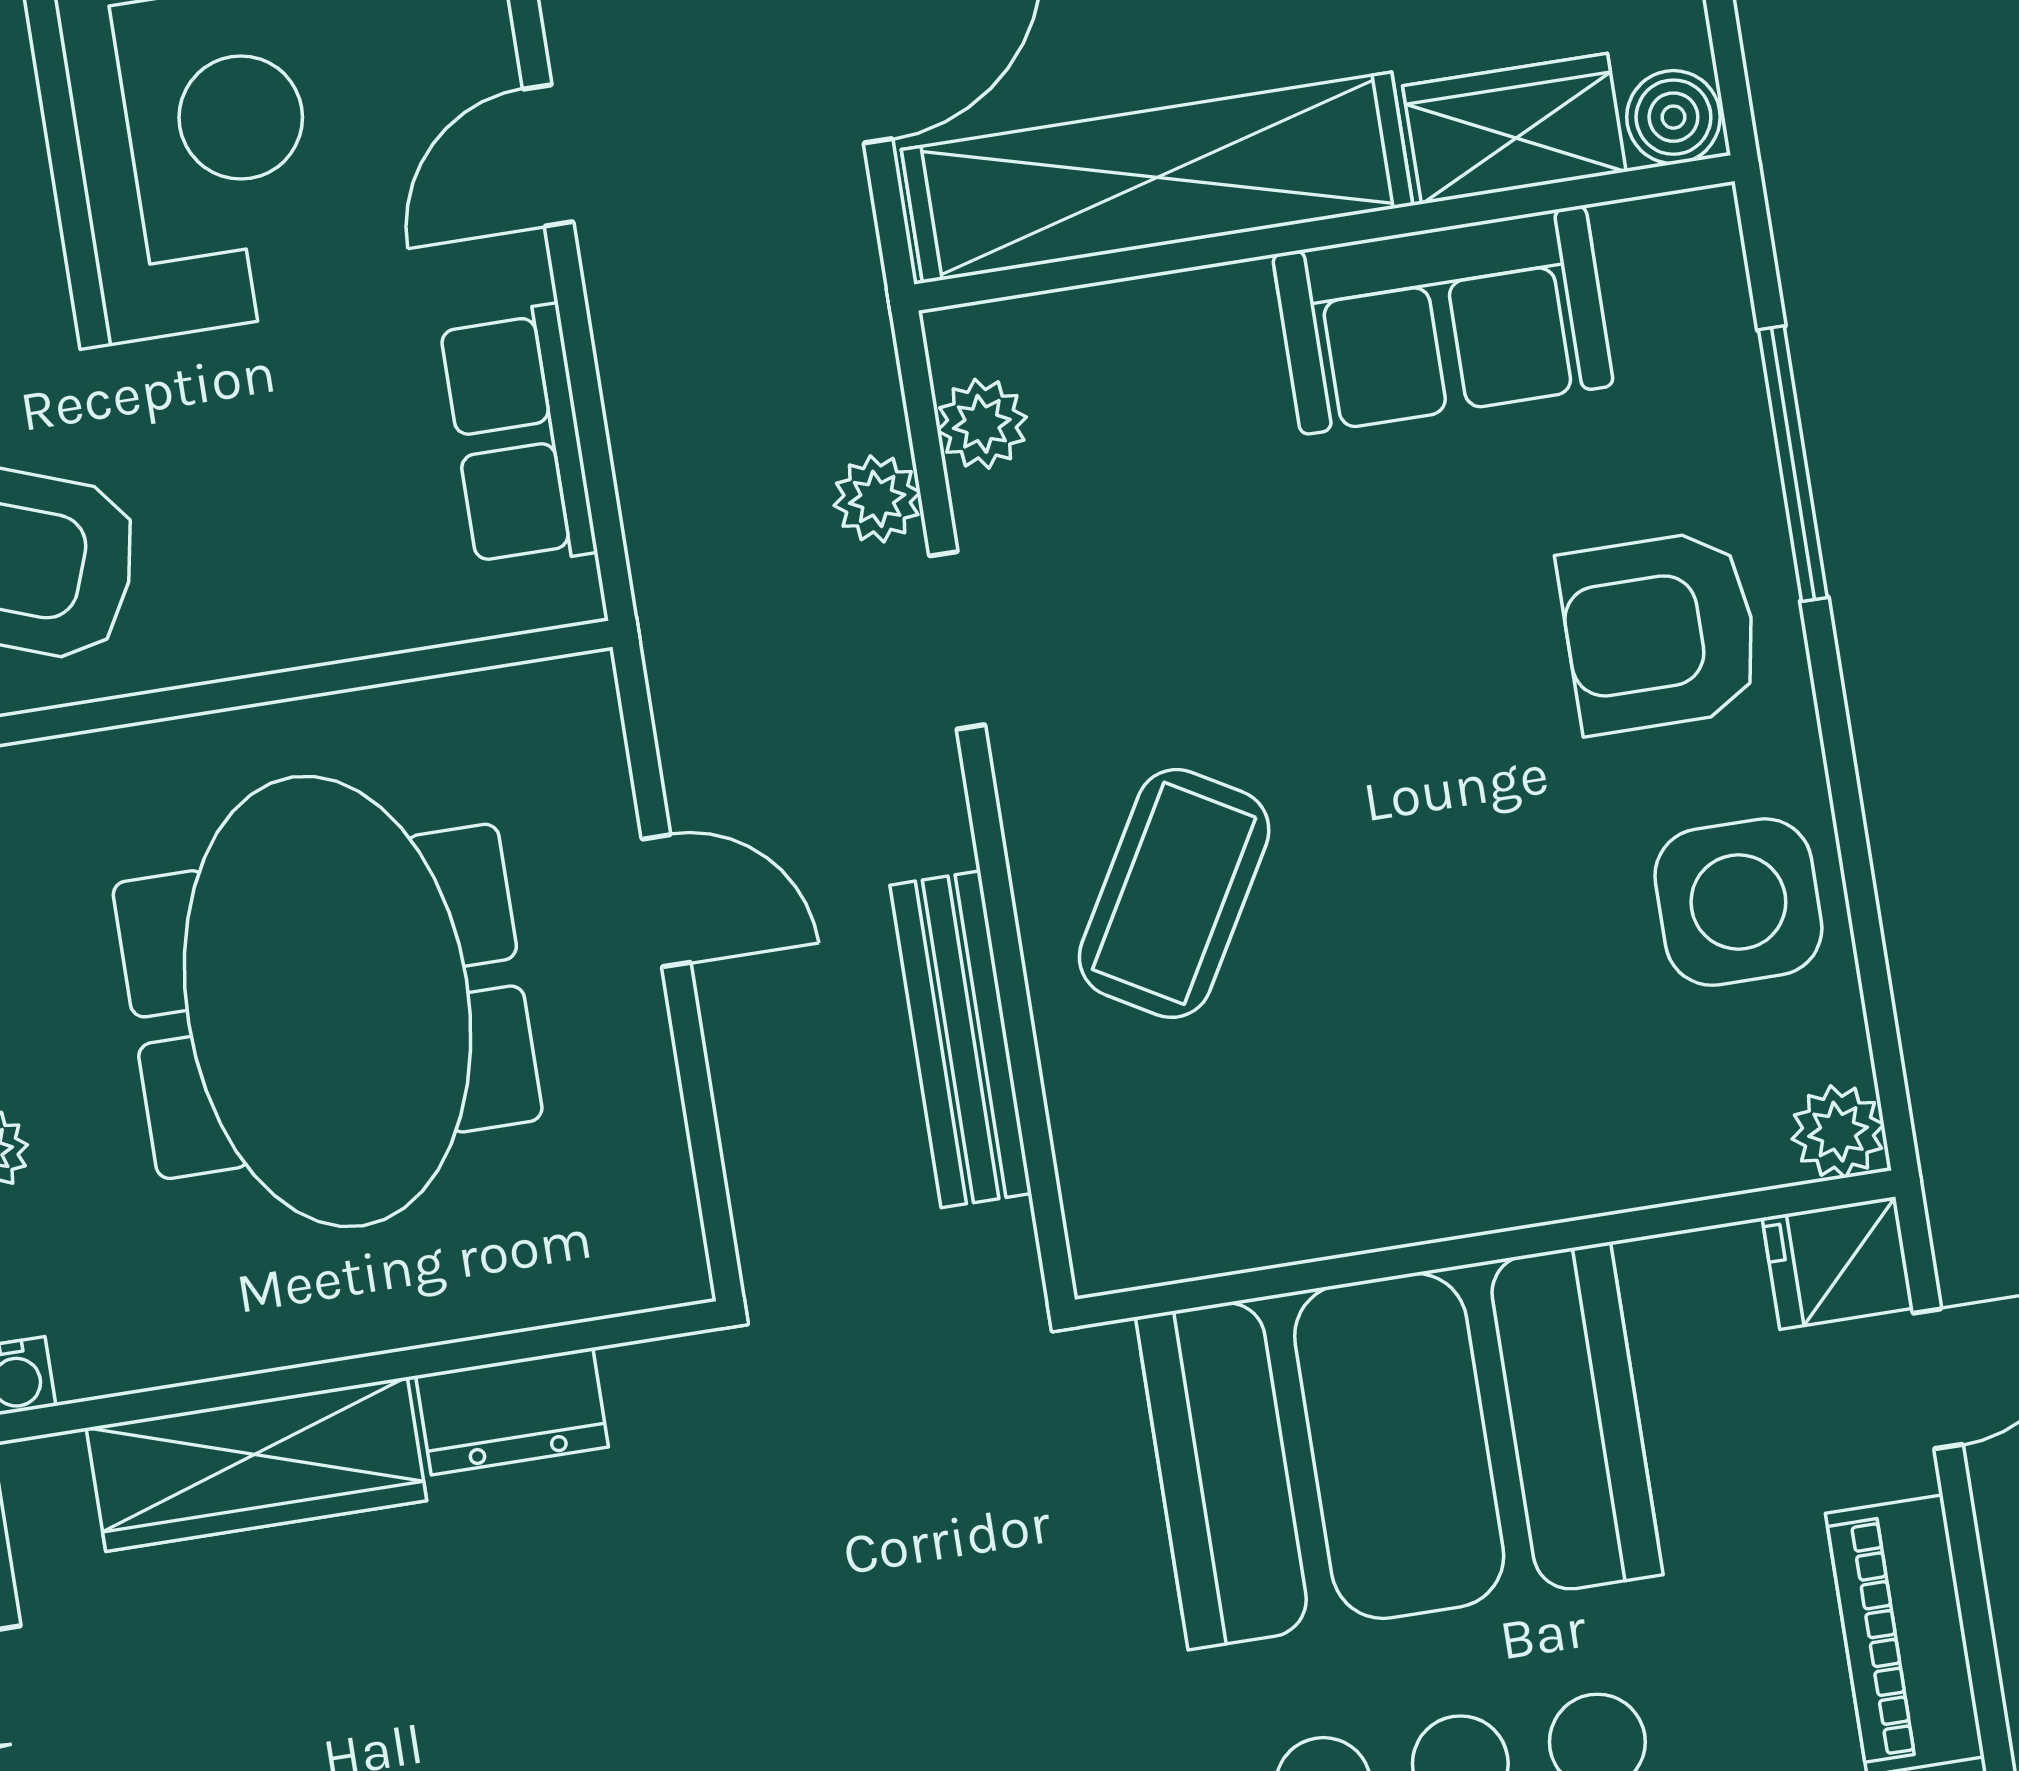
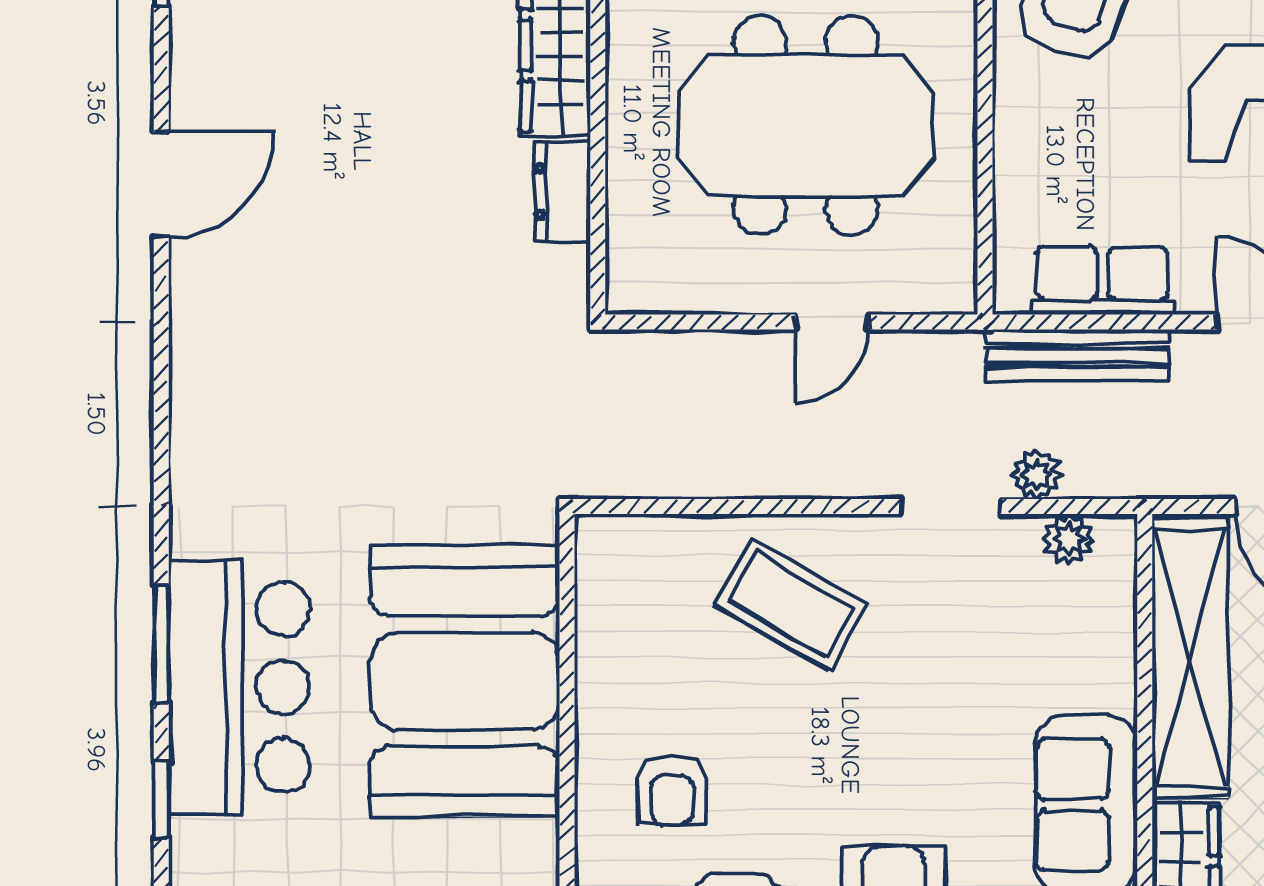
bench: (961, 1039) -> (1077, 355), moved
armchair: (1534, 1051) -> (672, 791), added

